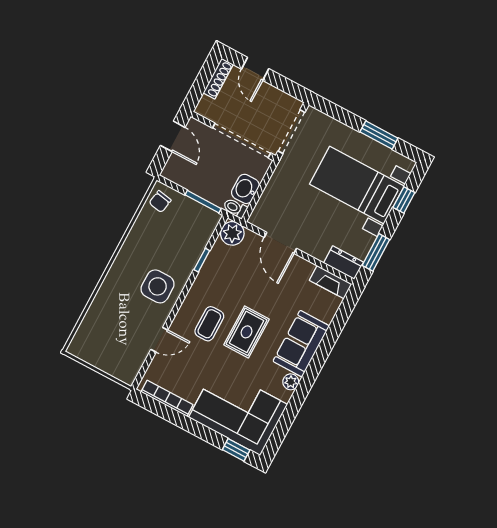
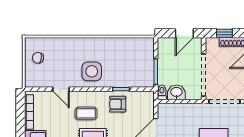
window: (201, 83) -> (224, 33), added
chair: (160, 202) -> (38, 58), moved
plant: (232, 233) -> (146, 99), removed
armchair: (219, 275) -> (118, 104), added

